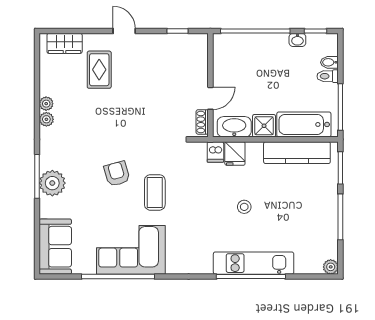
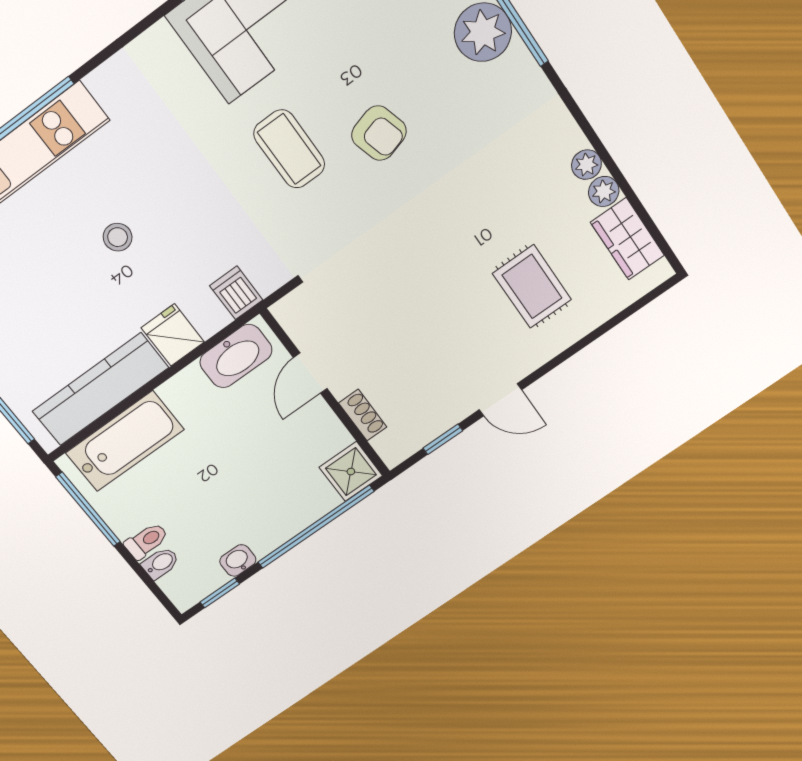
door: (124, 31) -> (500, 400), moved
wardrobe: (65, 43) -> (627, 239), moved, turned -90
plant: (46, 119) -> (604, 191), moved
shoe rack: (202, 122) -> (363, 415), moved
shower: (264, 126) -> (351, 472), moved
fridge: (235, 153) -> (173, 335), moved

